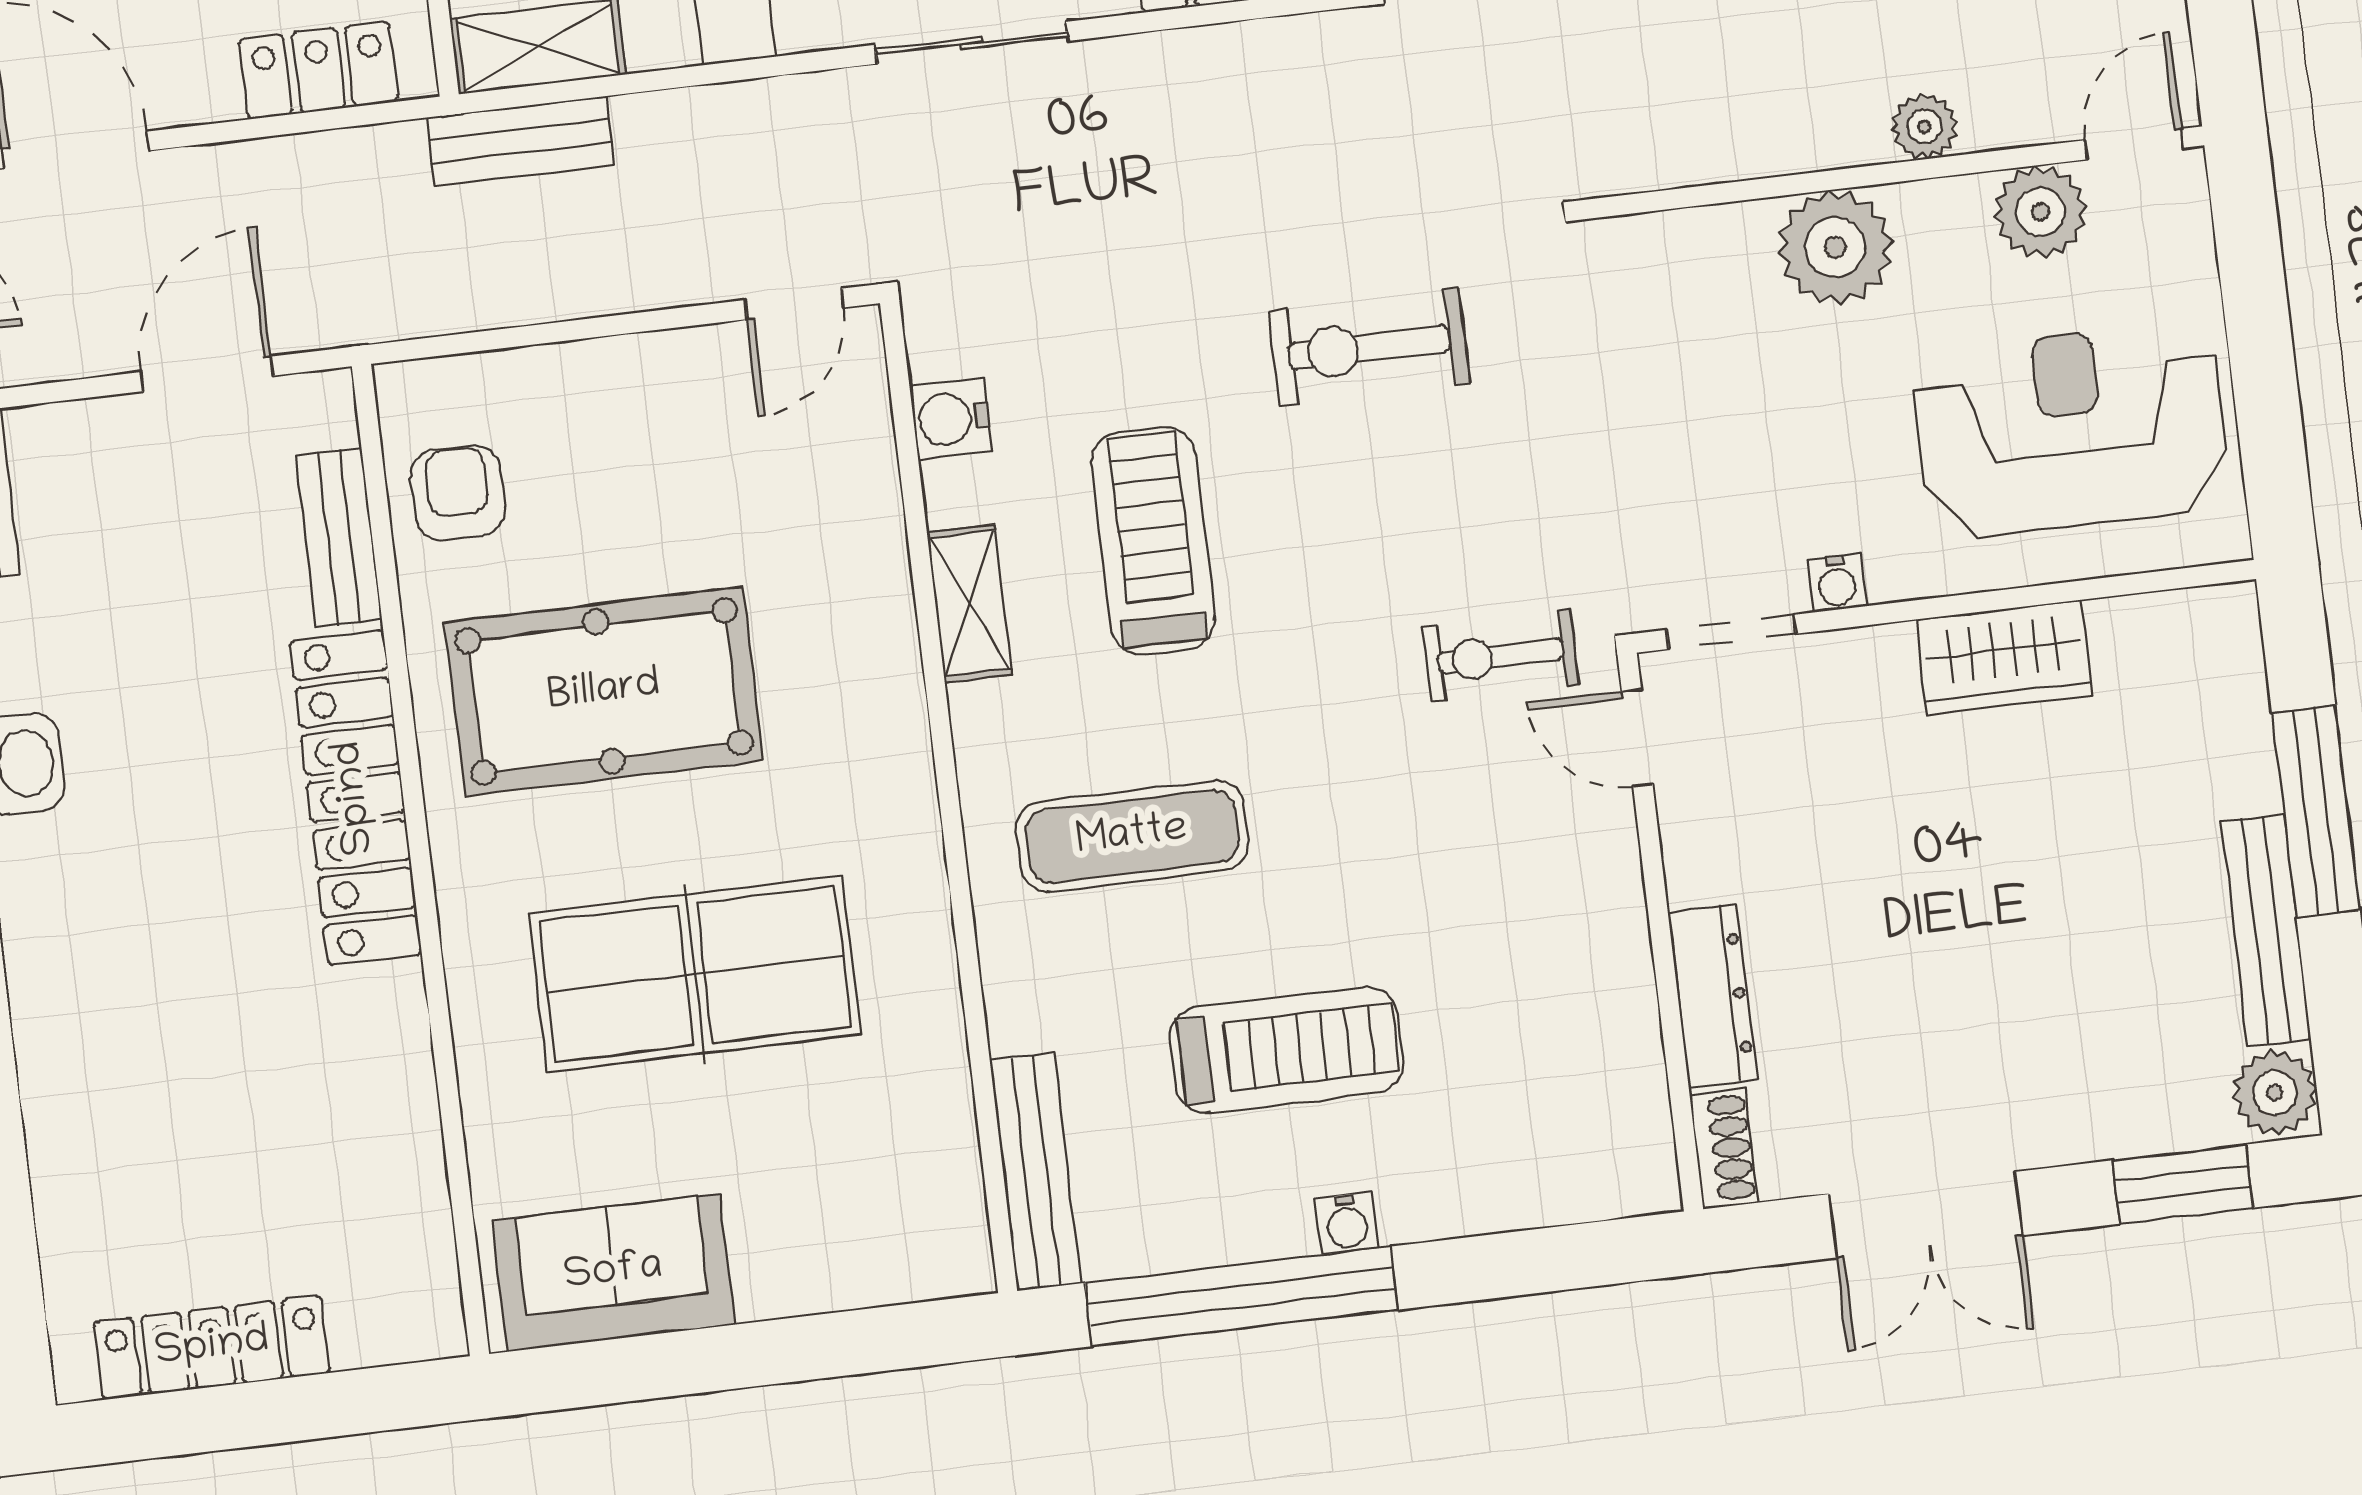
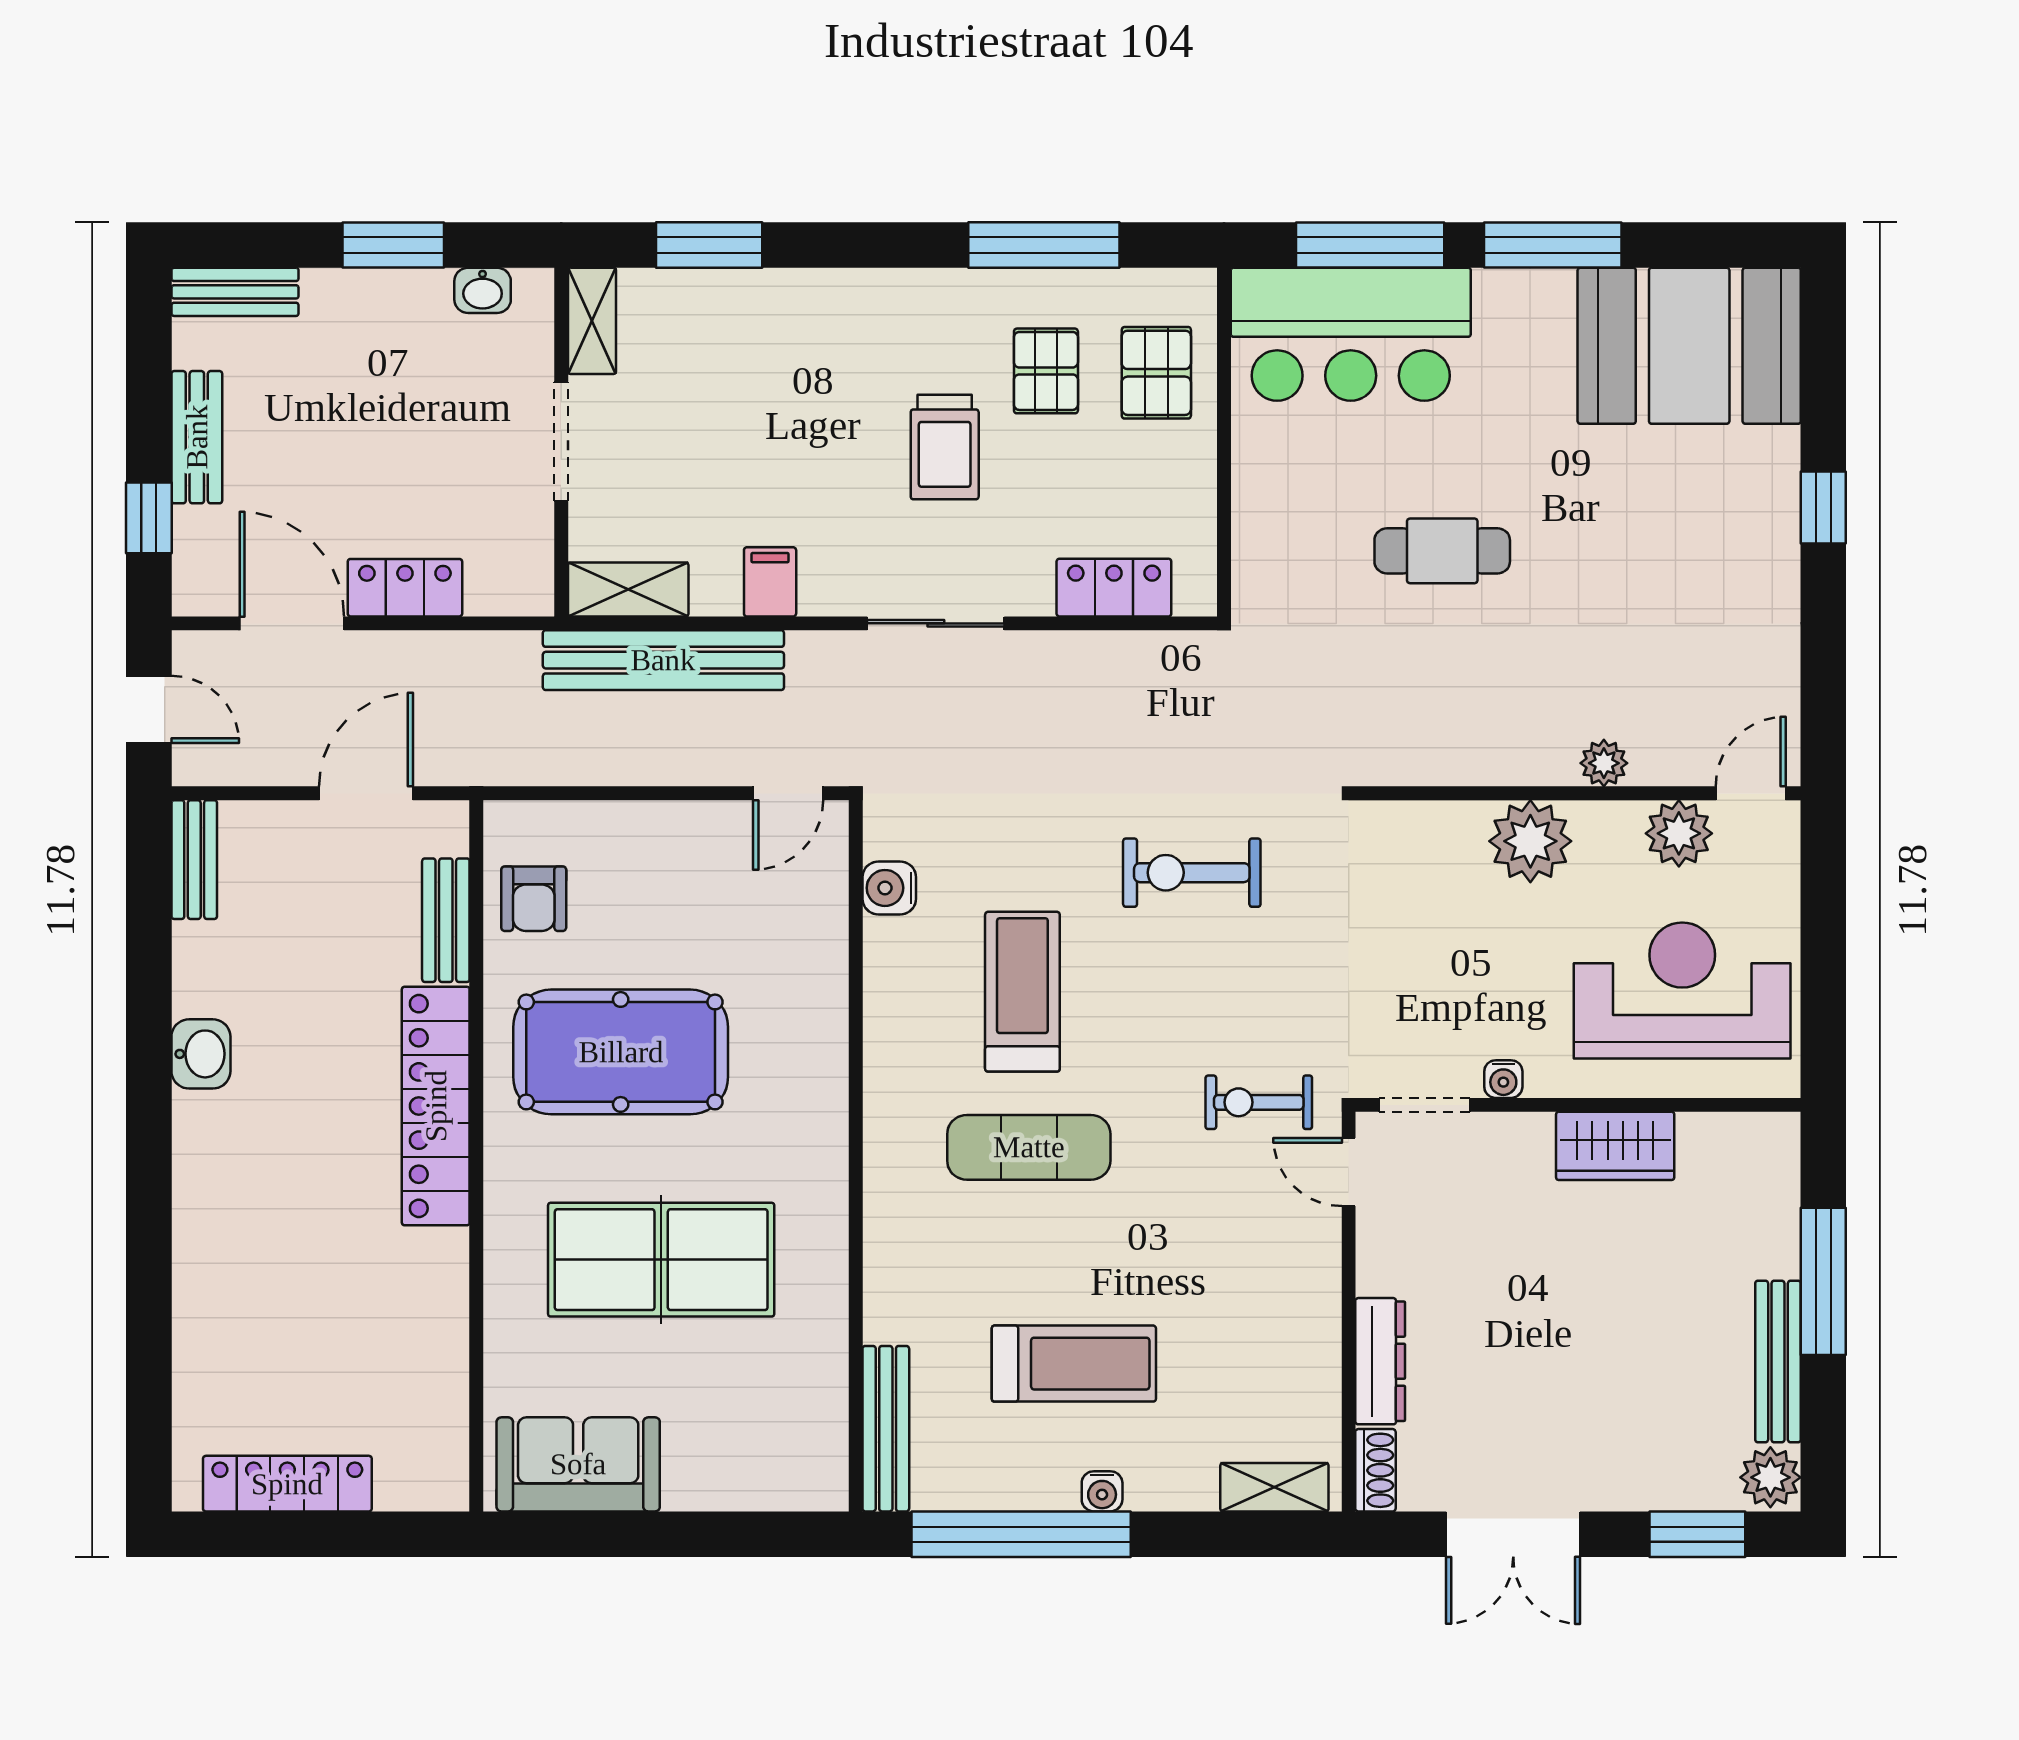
locker: (318, 70) -> (405, 588), moved
bench: (520, 141) -> (663, 660), width x1.86, depth x1.21
armchair: (458, 493) -> (534, 899), turned 180
shelving: (969, 604) -> (1274, 1487), moved, turned 90
exercise mat: (1132, 836) -> (1029, 1147), moved

